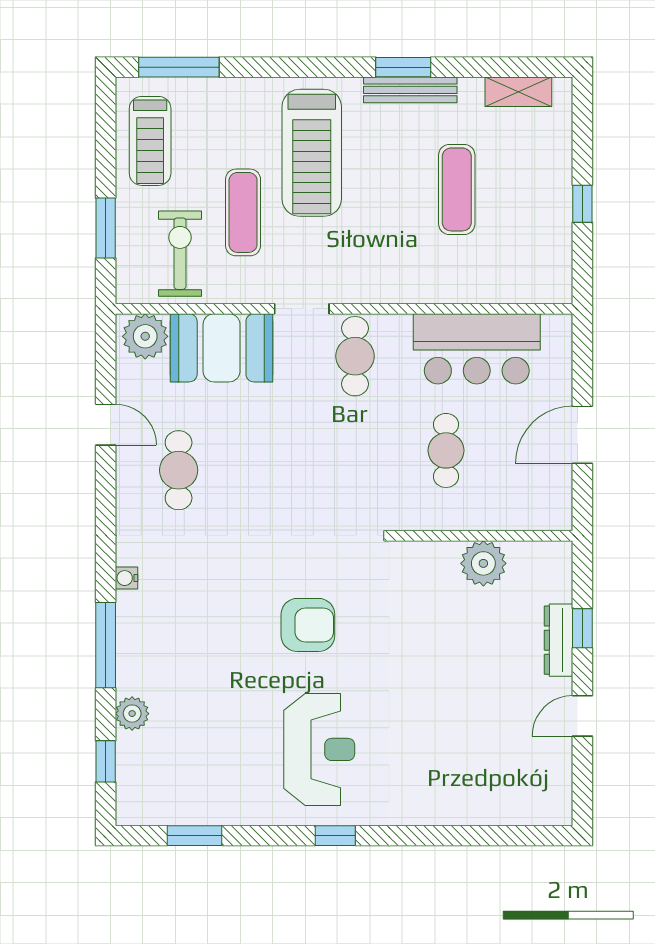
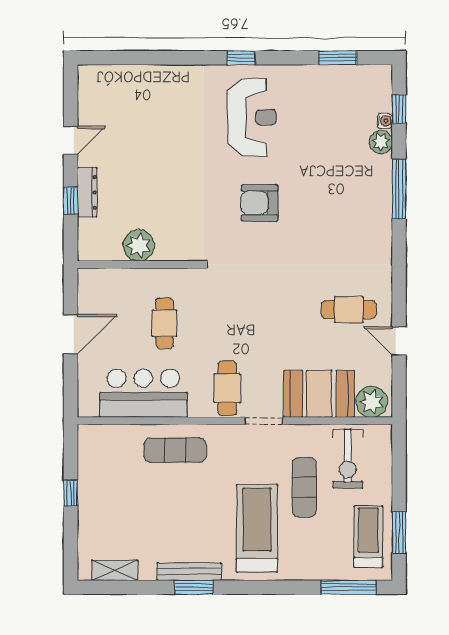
exercise mat: (457, 189) -> (175, 450), moved, turned 90
window: (106, 228) -> (399, 532), moved
cafe table: (179, 470) -> (349, 310), turned 90
water cooler: (126, 578) -> (385, 121), moved
reception desk: (319, 749) -> (252, 117), turned 180

